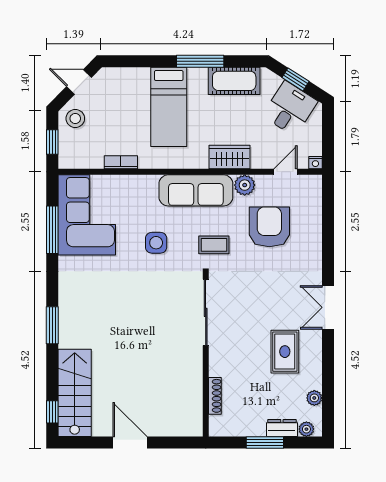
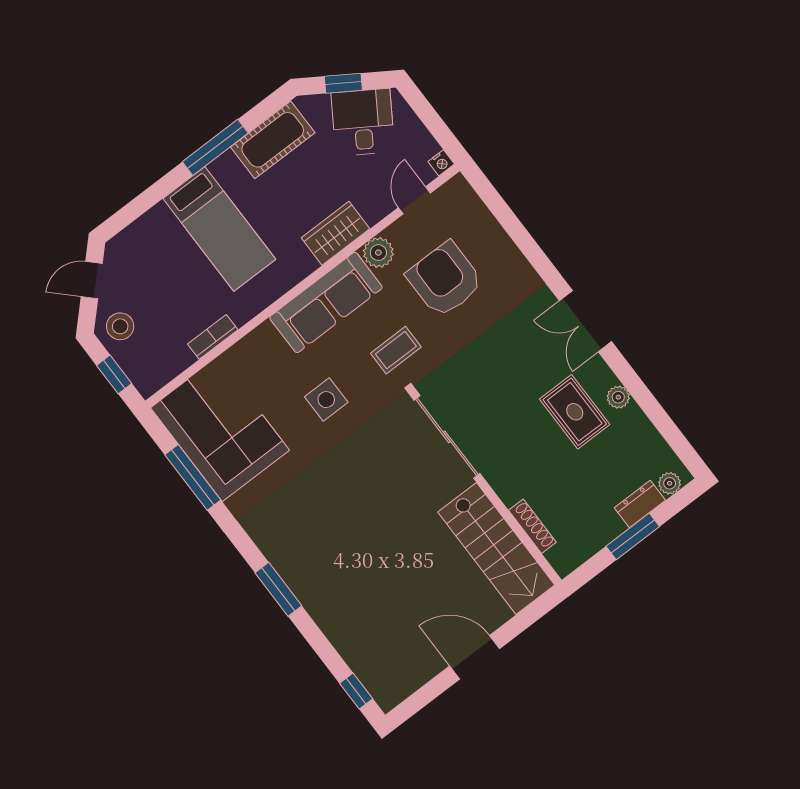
stairs: (75, 393) -> (496, 549), moved, turned 180
plant: (314, 398) -> (618, 397), moved

